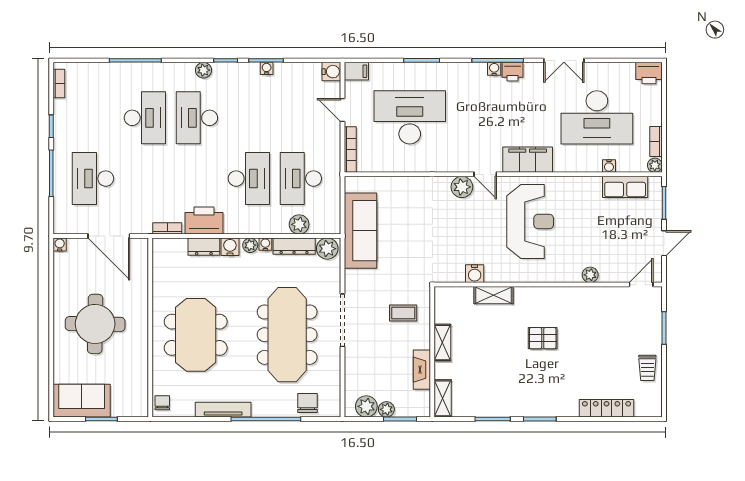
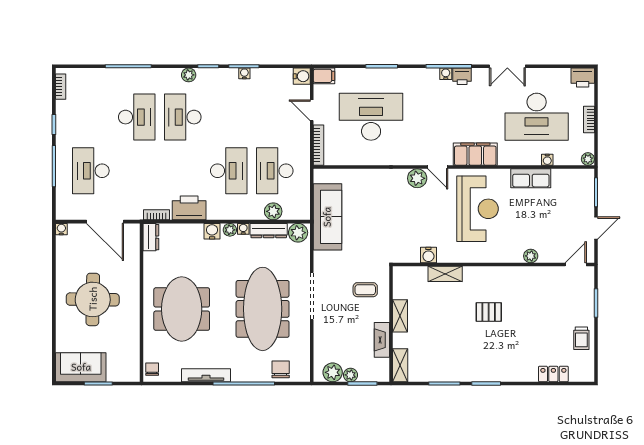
bookcase: (656, 141) -> (589, 120), moved
row of seats: (625, 187) -> (531, 178), moved
dresser: (204, 247) -> (151, 237), moved, turned -90
locker: (607, 408) -> (553, 374), width x0.66

